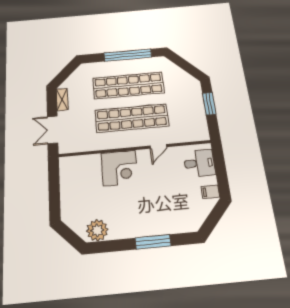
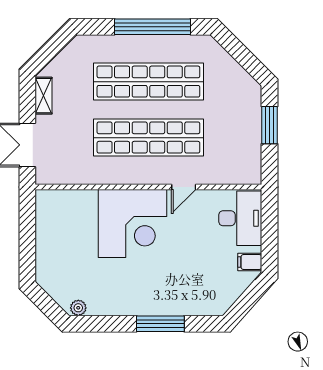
desk: (199, 163) -> (240, 218), width x1.37
corner desk: (120, 168) -> (133, 223), width x1.36, depth x1.36
plant: (97, 230) -> (78, 308), width x0.53, depth x0.53

